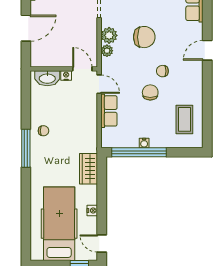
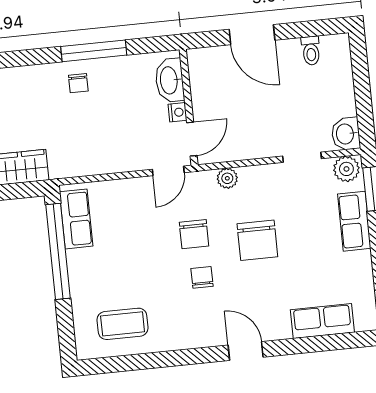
plant: (109, 35) -> (254, 179), removed
chair: (150, 92) -> (194, 234), moved, turned 90
row of seats: (109, 111) -> (76, 219), moved, turned -90
water cooler: (144, 143) -> (75, 259), removed
window: (26, 148) -> (94, 51), moved

